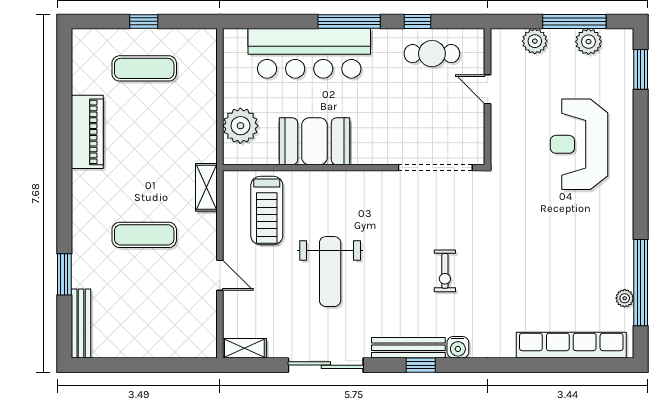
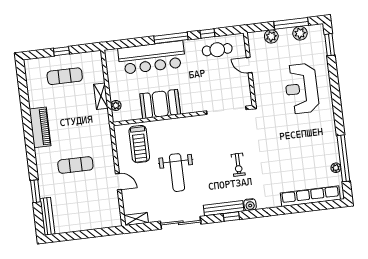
plant: (240, 126) -> (116, 105), width x0.53, depth x0.53
piano: (87, 132) -> (40, 127), moved
shelving: (206, 187) -> (101, 96), moved

